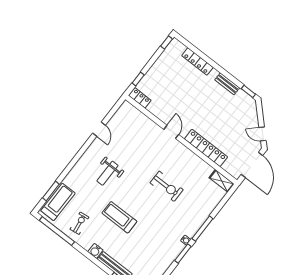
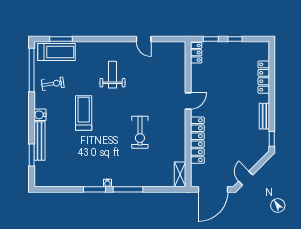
window: (166, 43) -> (235, 39), moved
door: (99, 129) -> (144, 39), hinge flipped
weight bench: (107, 173) -> (113, 75), turned 90

